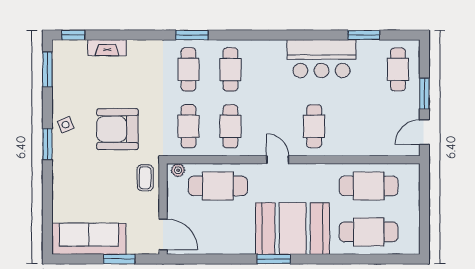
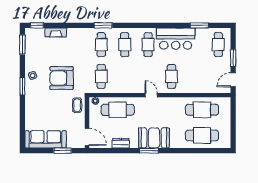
cafe table: (230, 126) -> (148, 45), moved
booth: (293, 229) -> (154, 138), width x0.73, depth x0.70
dresser: (223, 246) -> (121, 143), added

